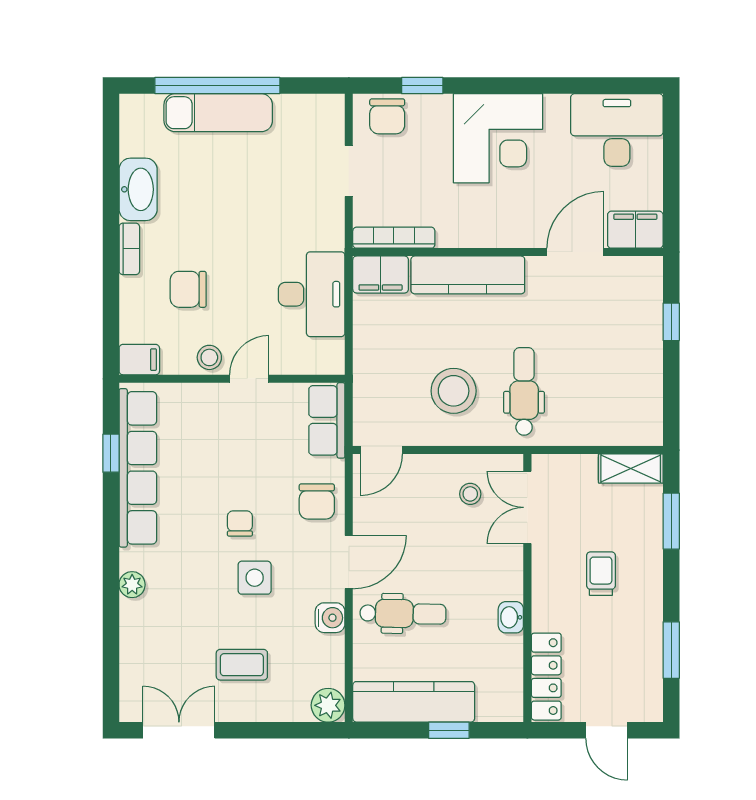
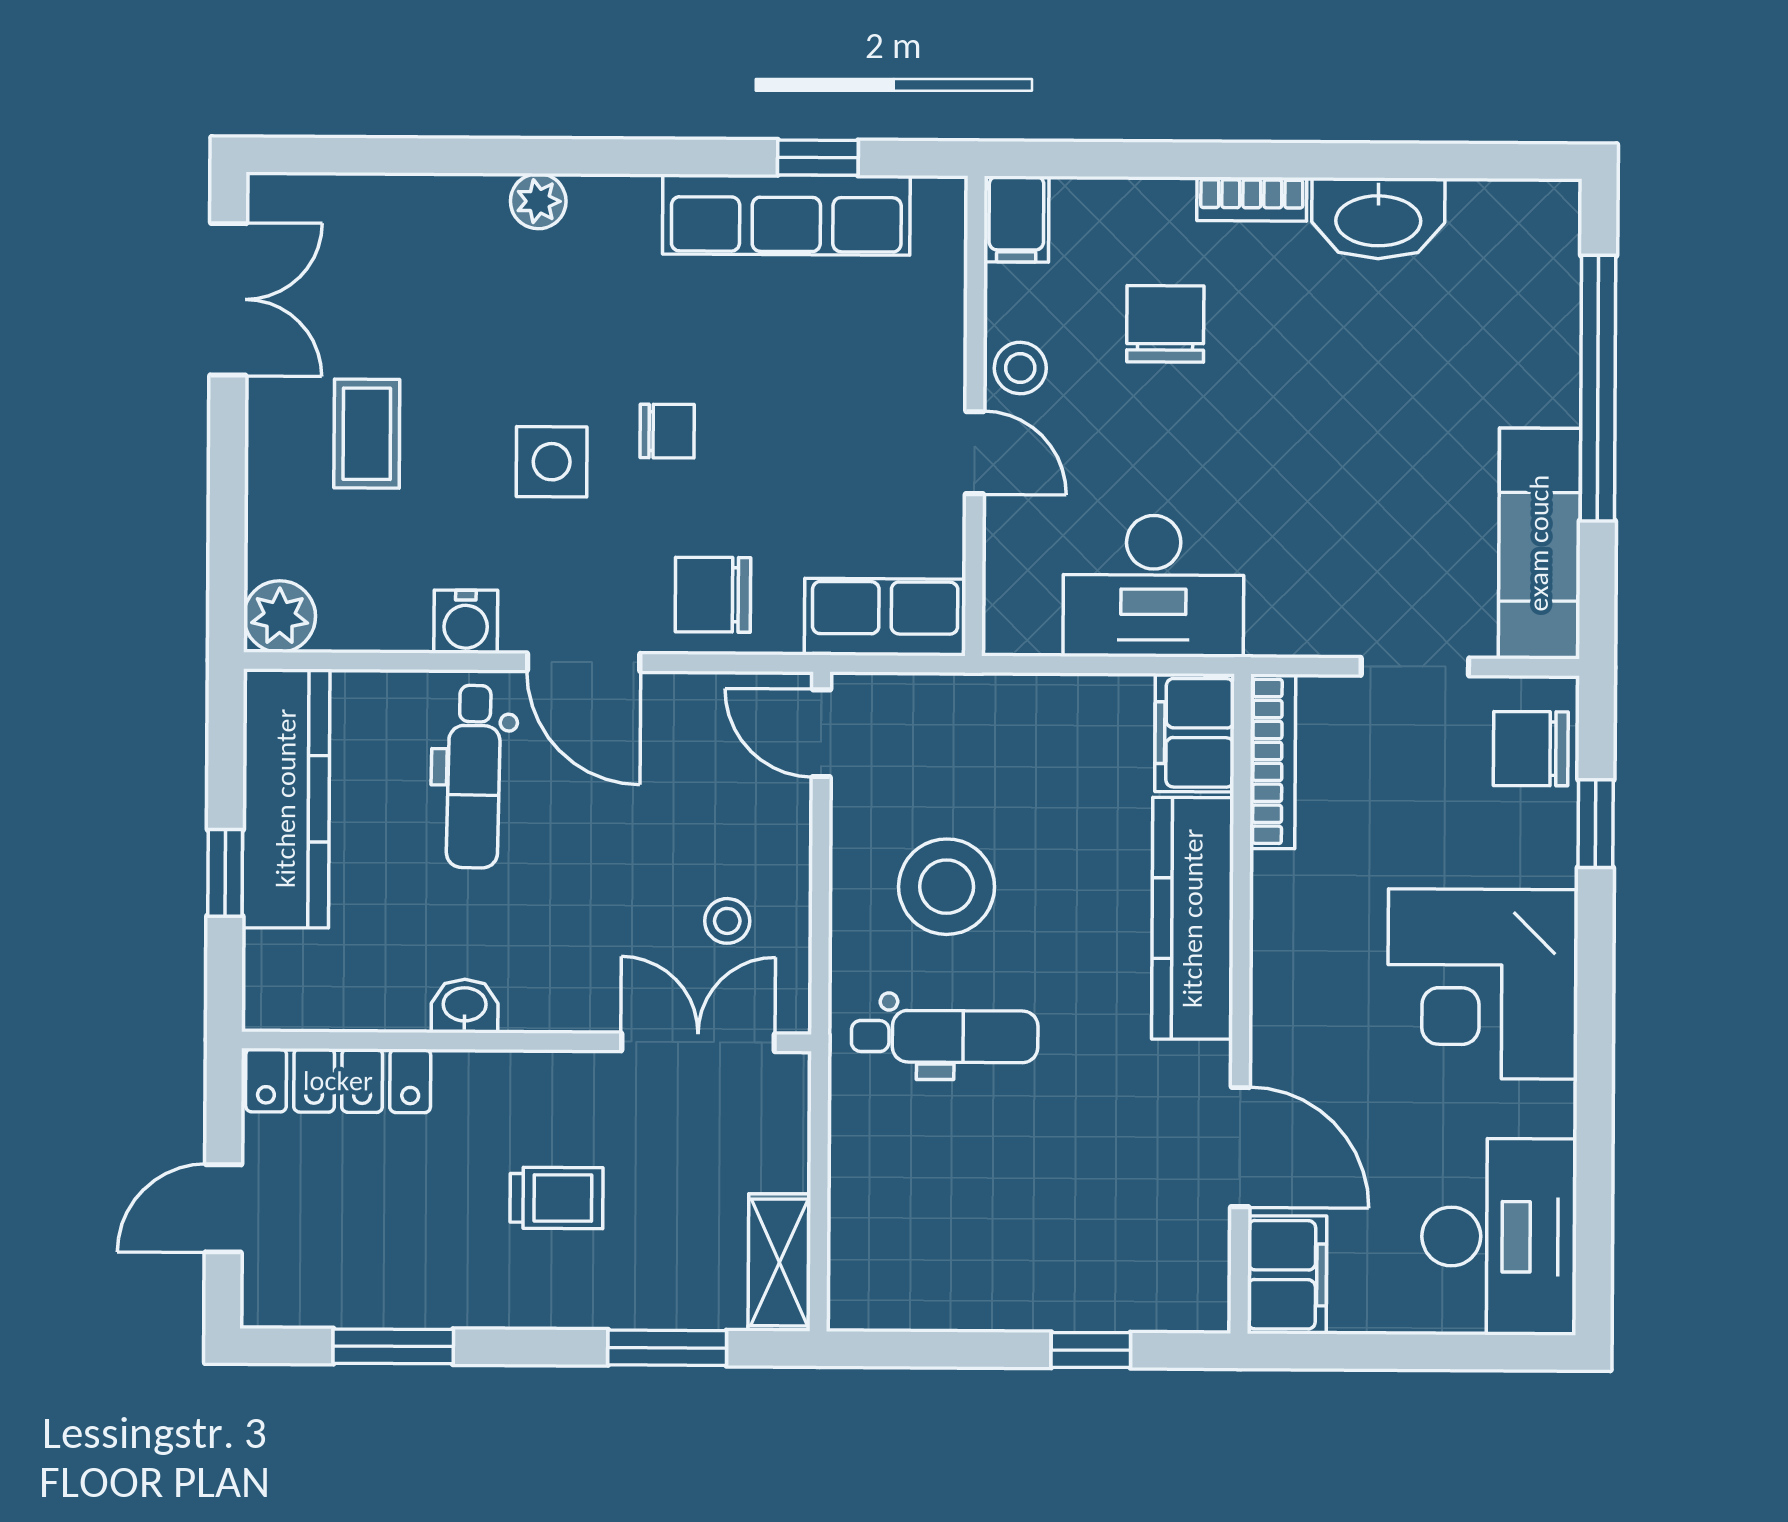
exam couch: (218, 113) -> (1539, 543), moved
row of seats: (138, 468) -> (786, 215), width x0.73

